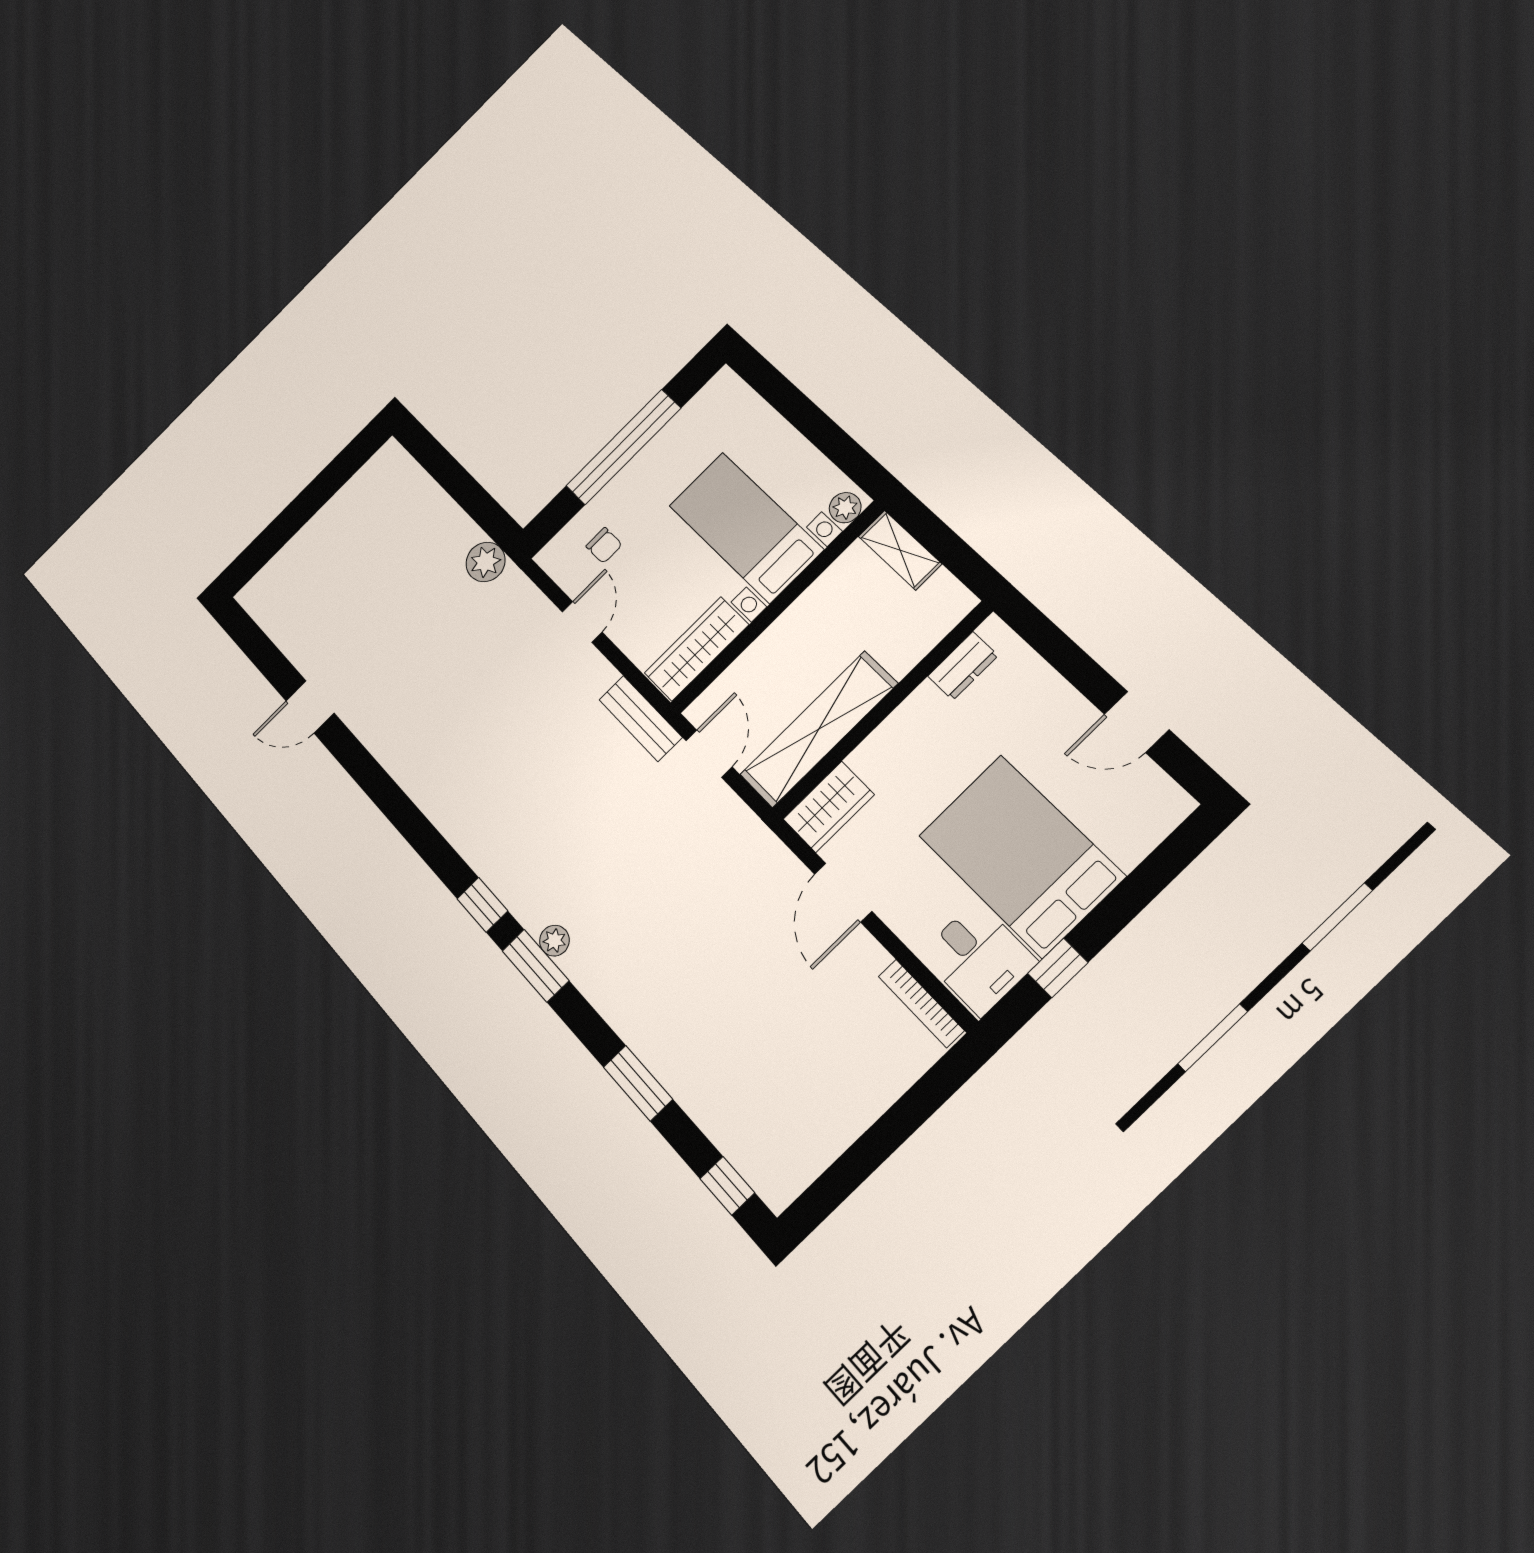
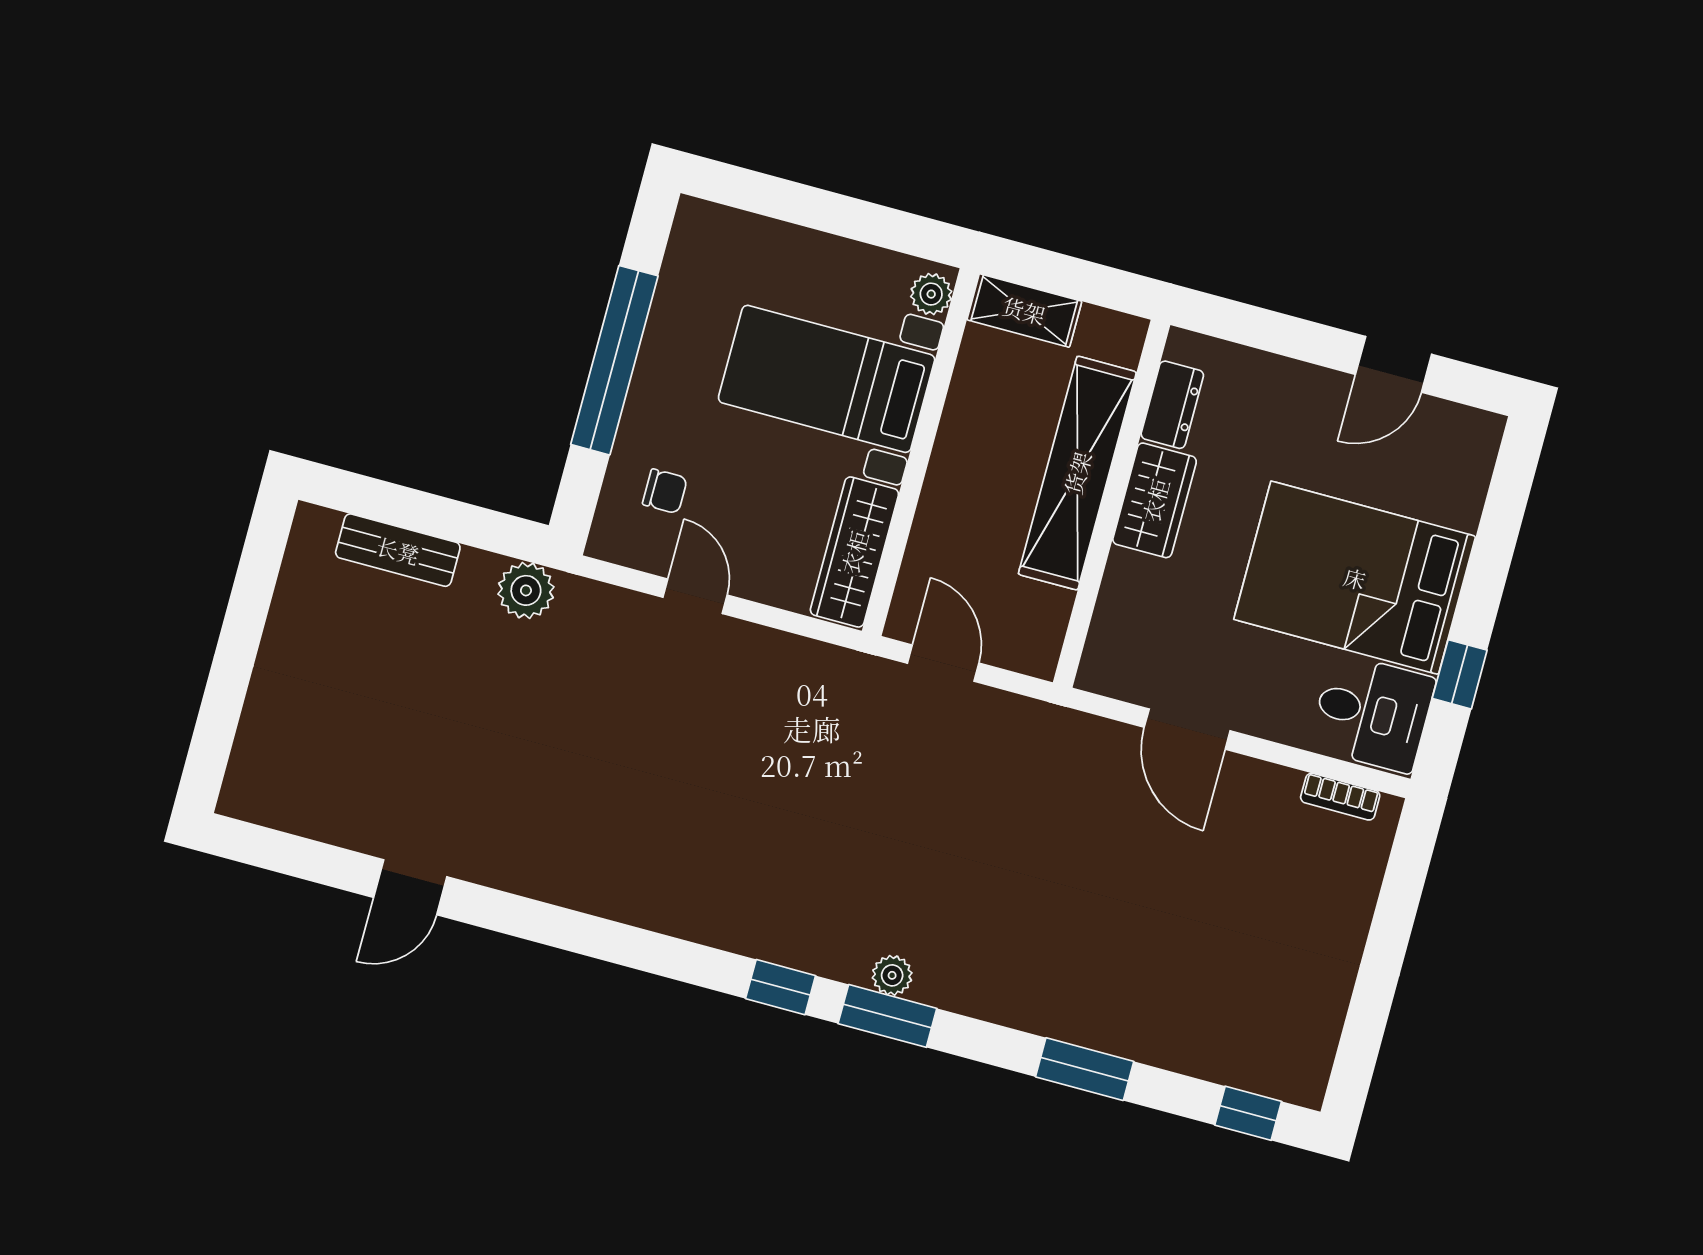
bench: (641, 718) -> (398, 550), moved
shelving: (819, 729) -> (1077, 473), moved
wardrobe: (829, 807) -> (1155, 500), moved
bookcase: (921, 1003) -> (1340, 797), width x0.64

